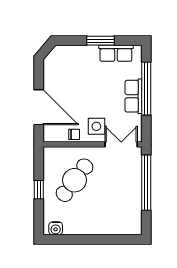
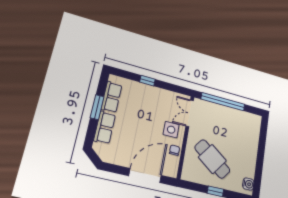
window: (146, 89) -> (147, 81), width x0.32
row of seats: (134, 96) -> (105, 127), moved, turned -90

